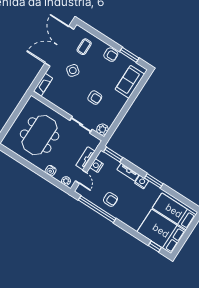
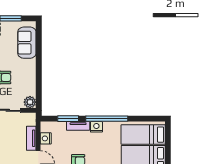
window: (113, 155) -> (68, 119), moved
window: (154, 181) -> (107, 119), width x2.11

